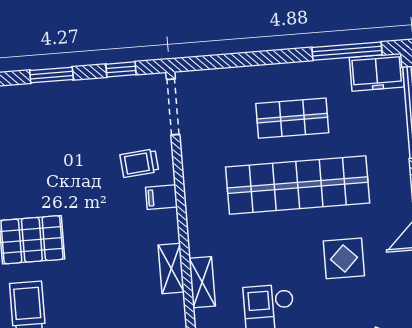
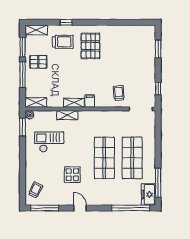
window: (51, 75) -> (158, 49), moved
shop shelf: (292, 118) -> (132, 158), width x1.43, depth x1.36
shop shelf: (298, 185) -> (104, 158), width x0.71
filing cabinet: (161, 197) -> (90, 101), moved

